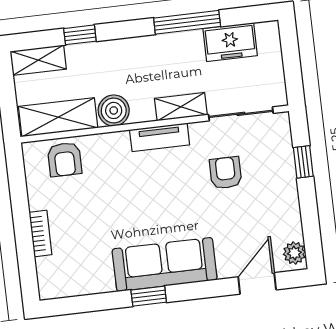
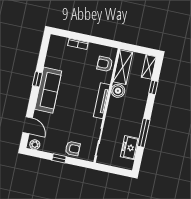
shelving: (181, 107) -> (110, 119), removed
tv unit: (160, 137) -> (102, 101), width x1.41
window: (303, 162) -> (59, 158), moved
armchair: (226, 173) -> (73, 149), moved

